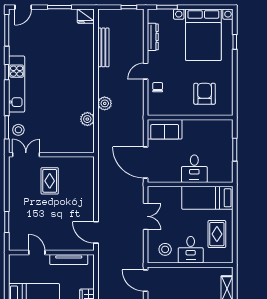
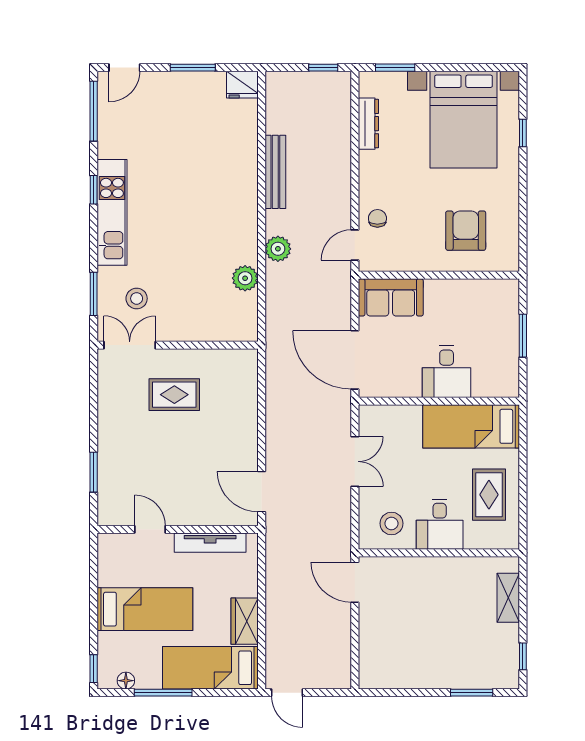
bench: (103, 47) -> (275, 172), moved
door: (146, 71) -> (355, 245), moved
stool: (18, 130) -> (137, 298), moved
rug: (50, 181) -> (174, 395), turned 90

